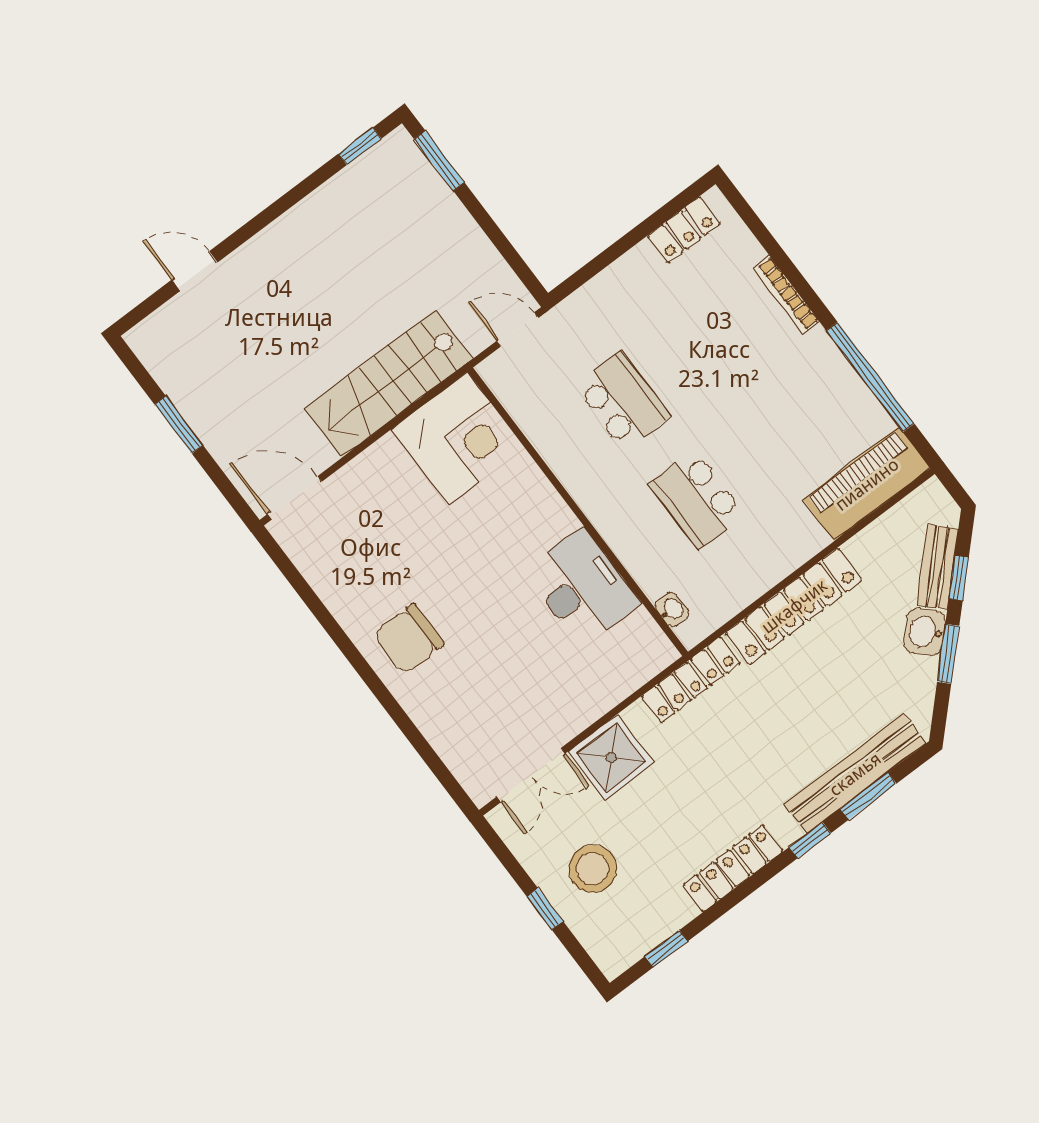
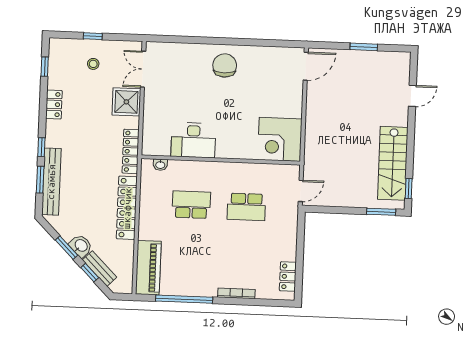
stairs: (388, 384) -> (393, 163), moved, turned 180
locker: (733, 868) -> (54, 104), width x0.66
stool: (593, 869) -> (93, 64), width x0.53, depth x0.53

